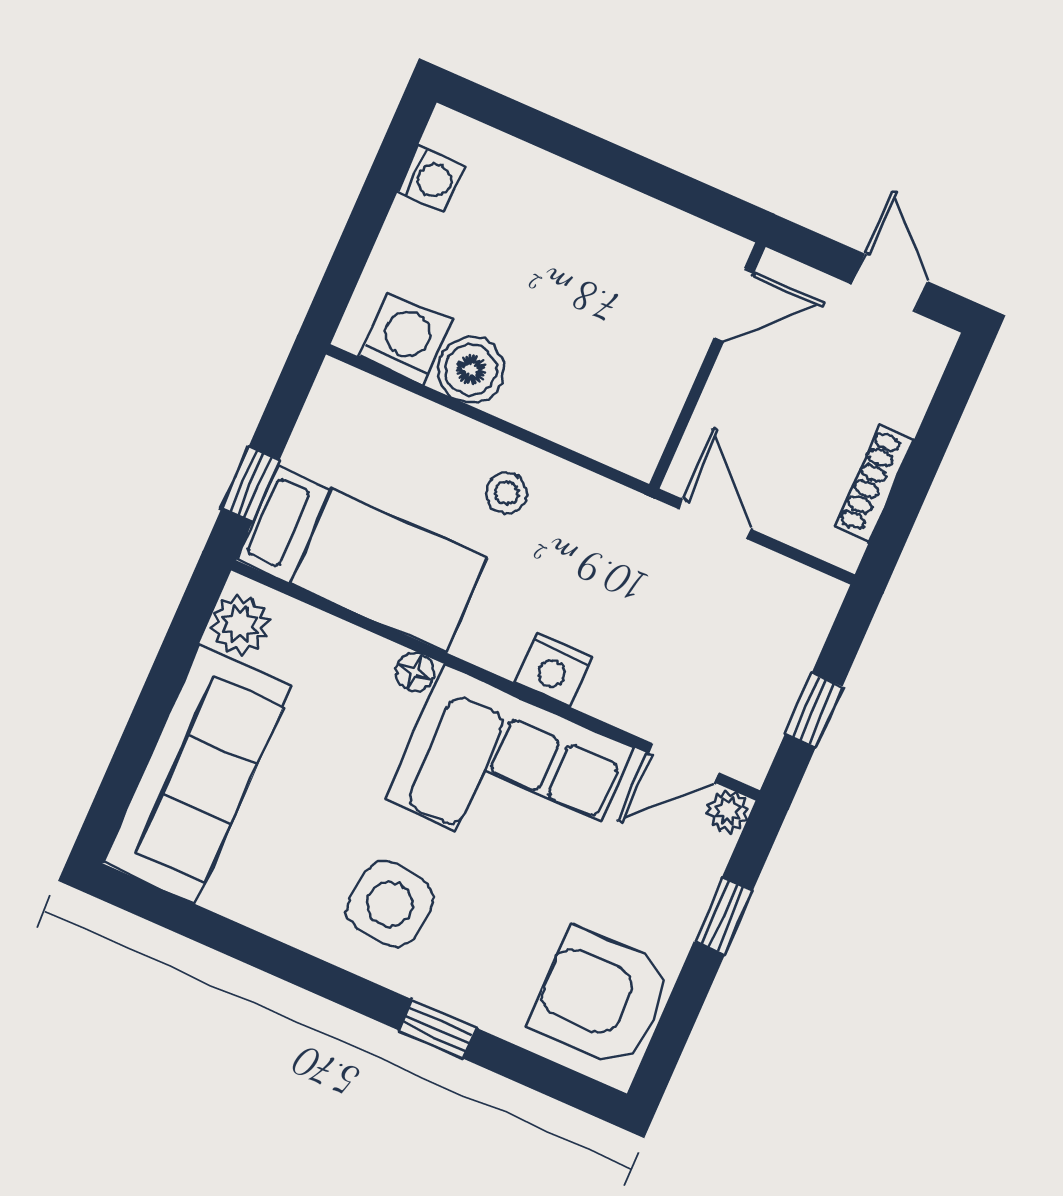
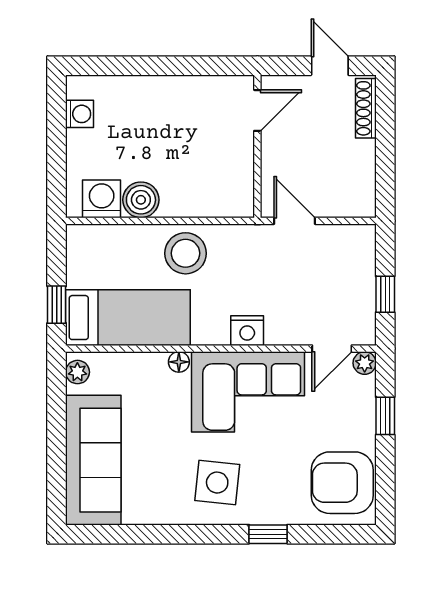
shoe rack: (874, 483) -> (366, 108), moved
stool: (507, 493) -> (186, 253), width x1.89, depth x1.89
plant: (240, 624) -> (77, 372), width x0.73, depth x0.73

